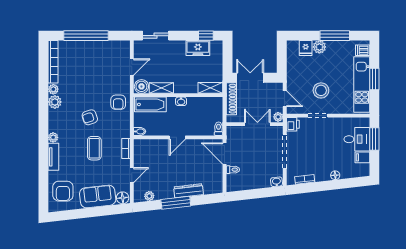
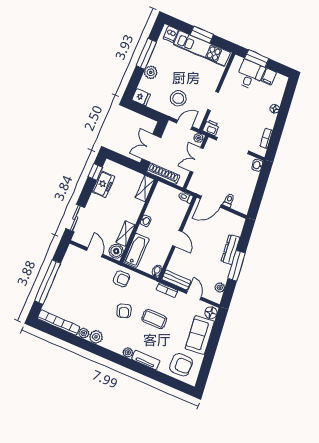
fridge: (306, 48) -> (141, 97), moved
stool: (321, 90) -> (178, 98), moved
bench: (139, 153) -> (176, 280), added

